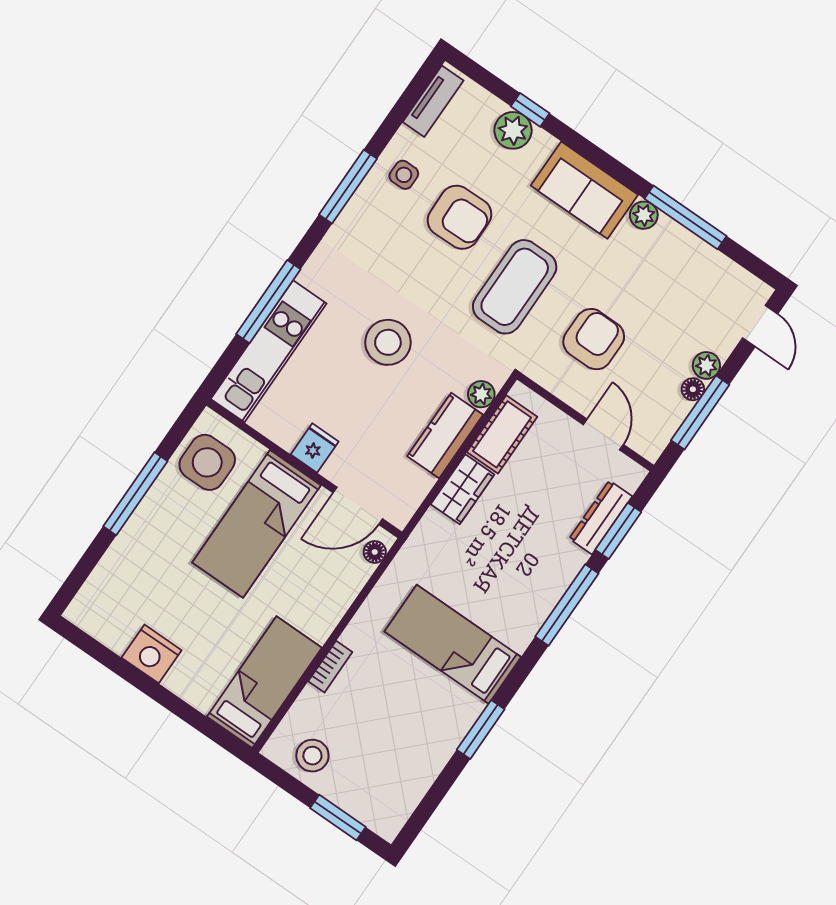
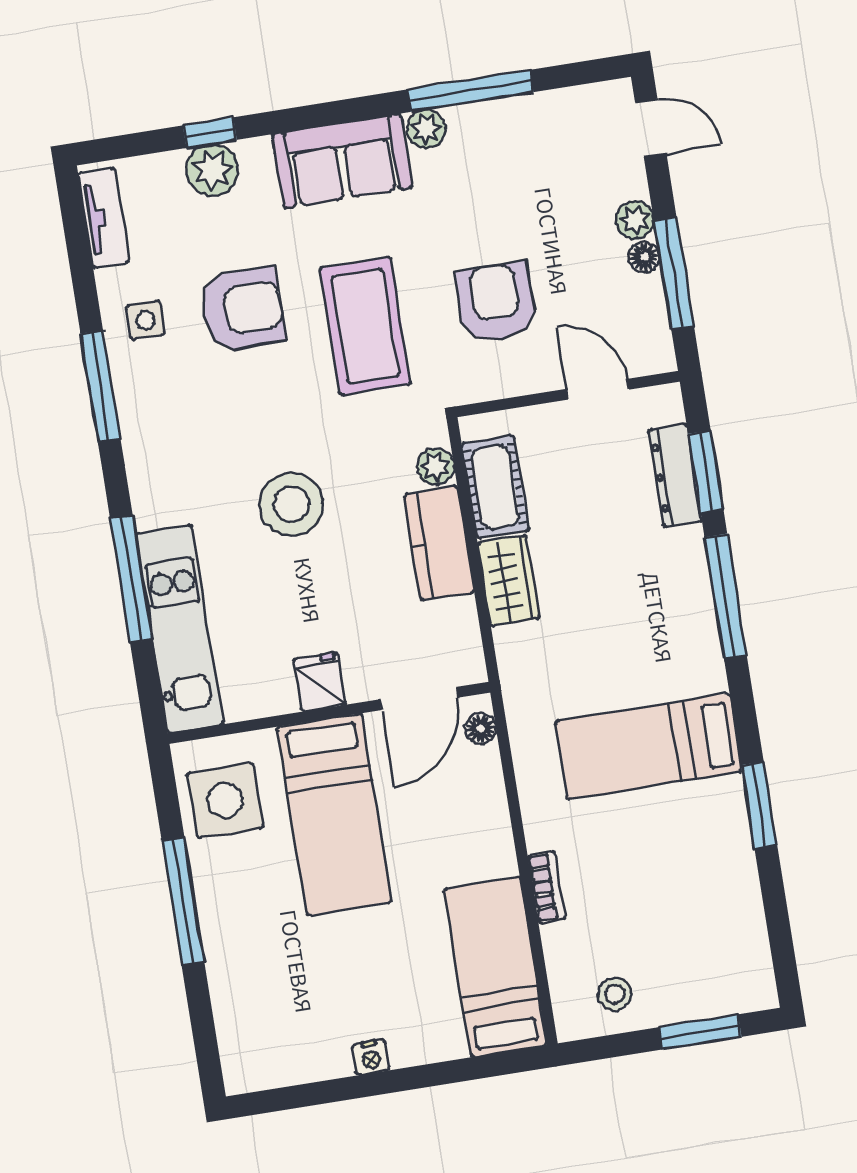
nightstand: (152, 654) -> (371, 1057), width x0.53, depth x0.56
stool: (312, 756) -> (615, 994), width x0.73, depth x0.73

